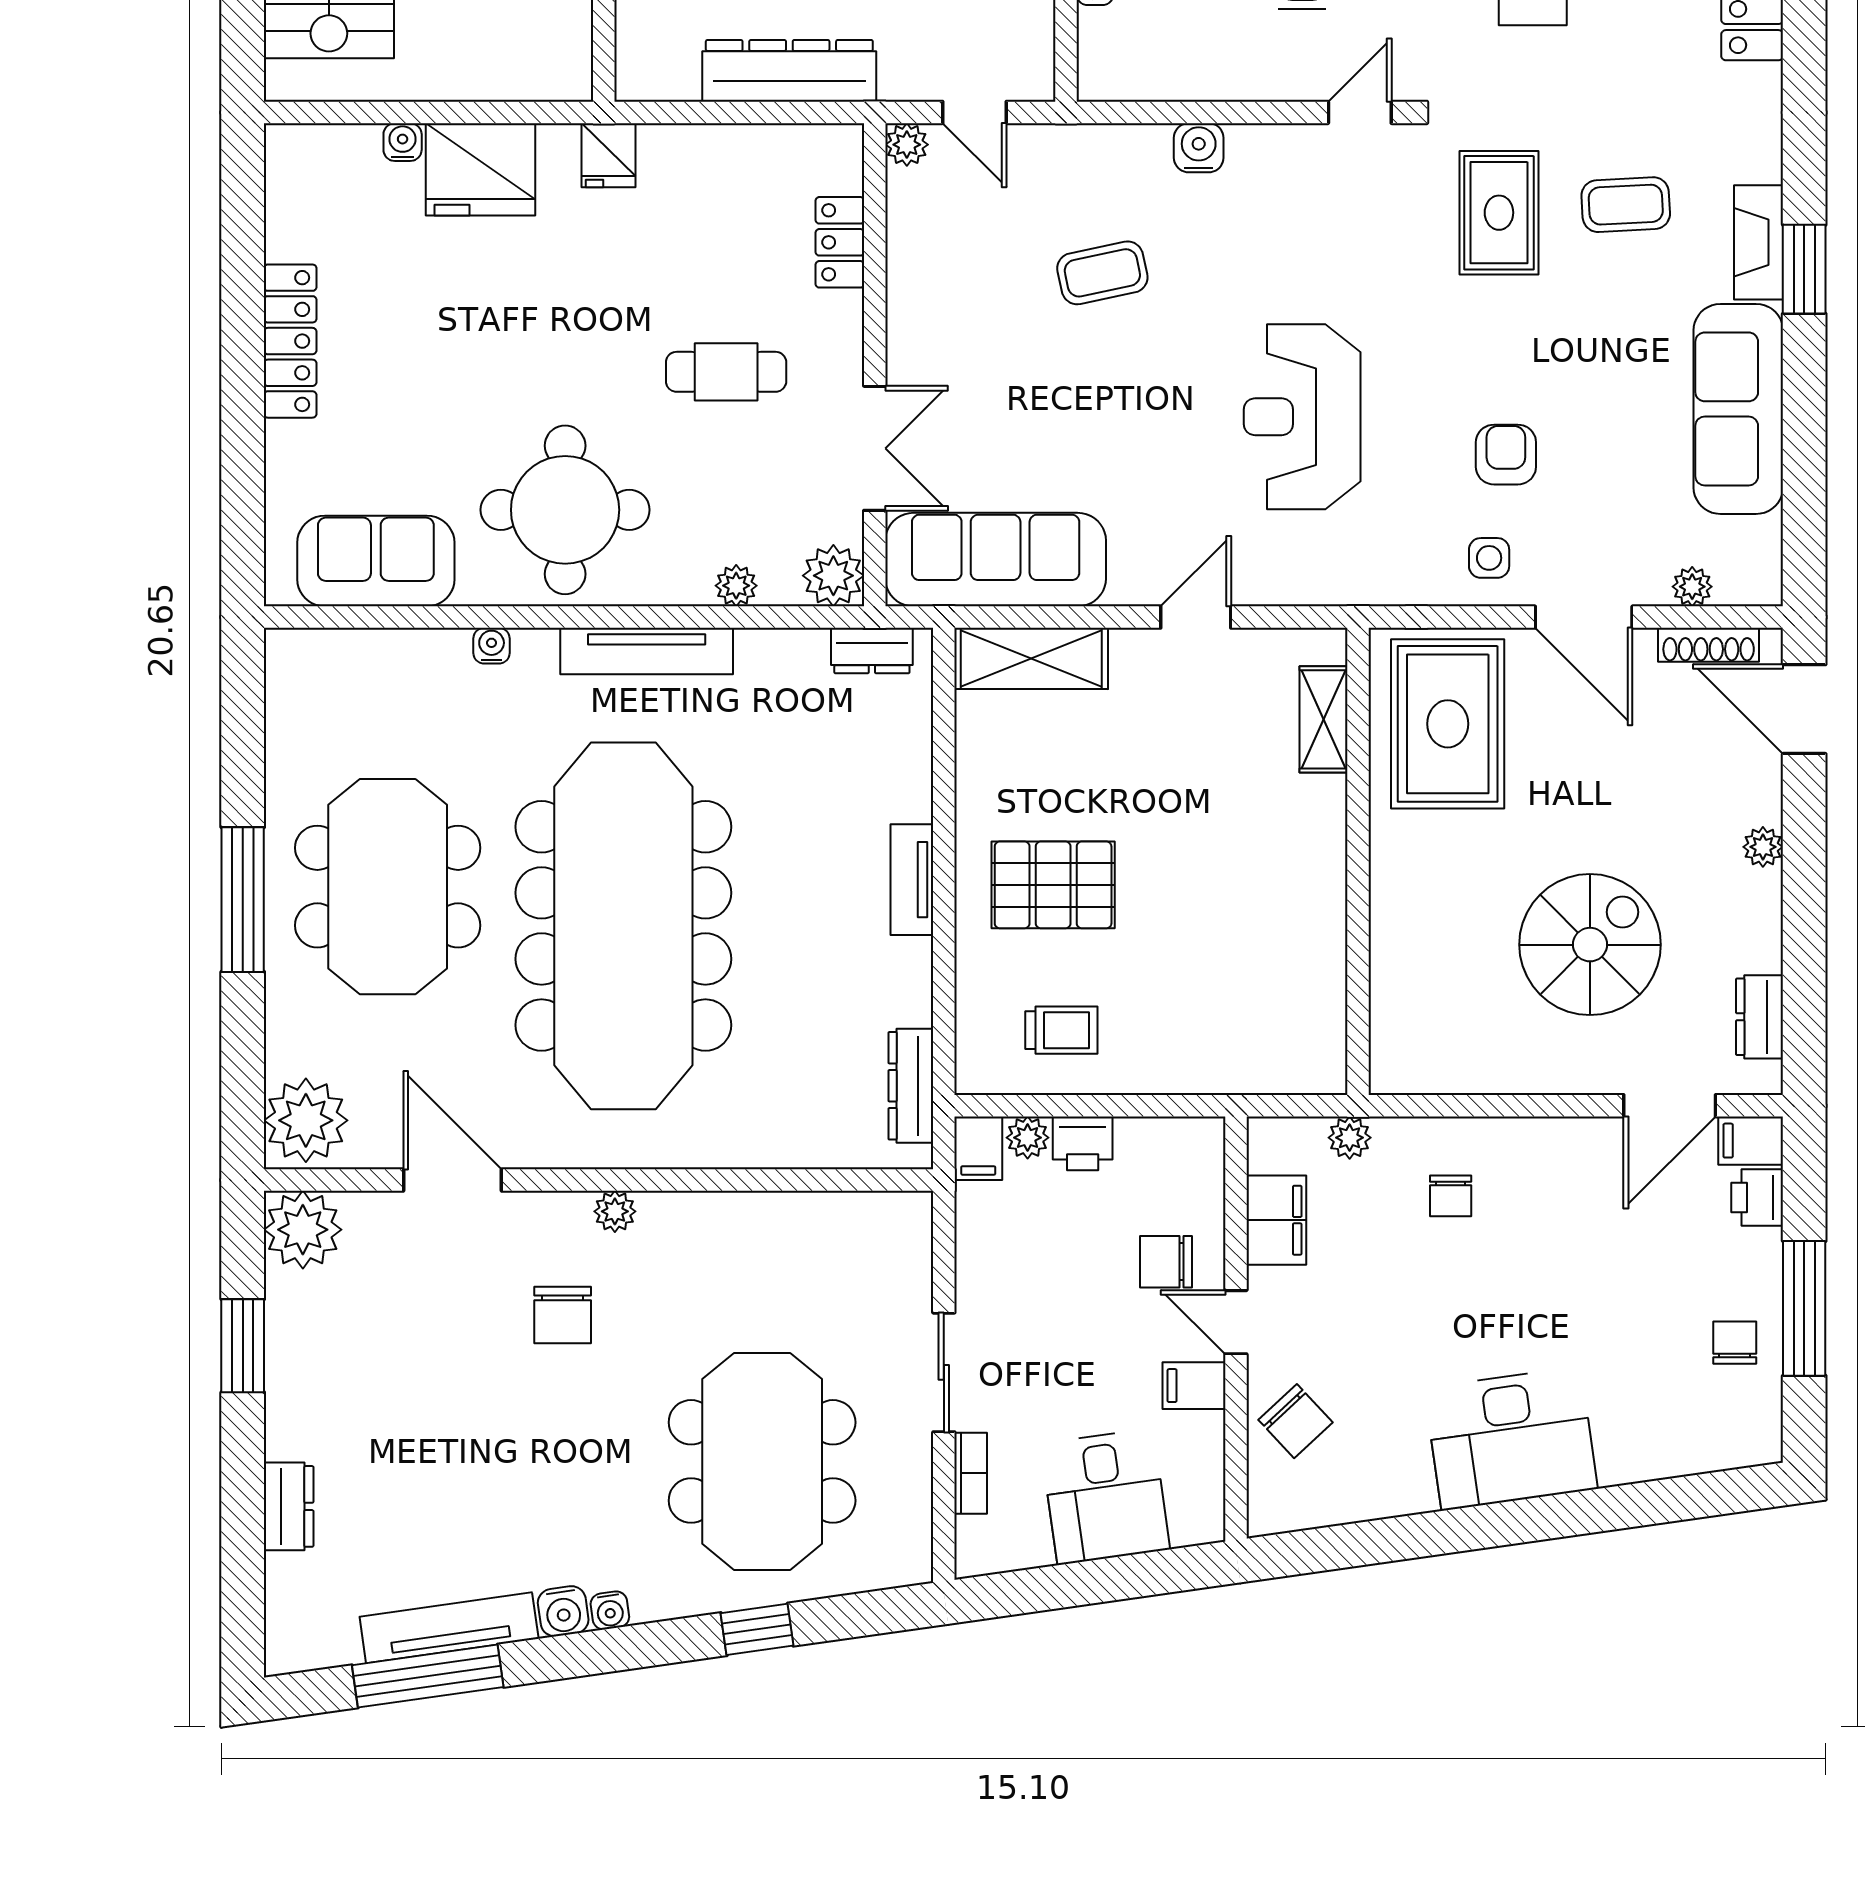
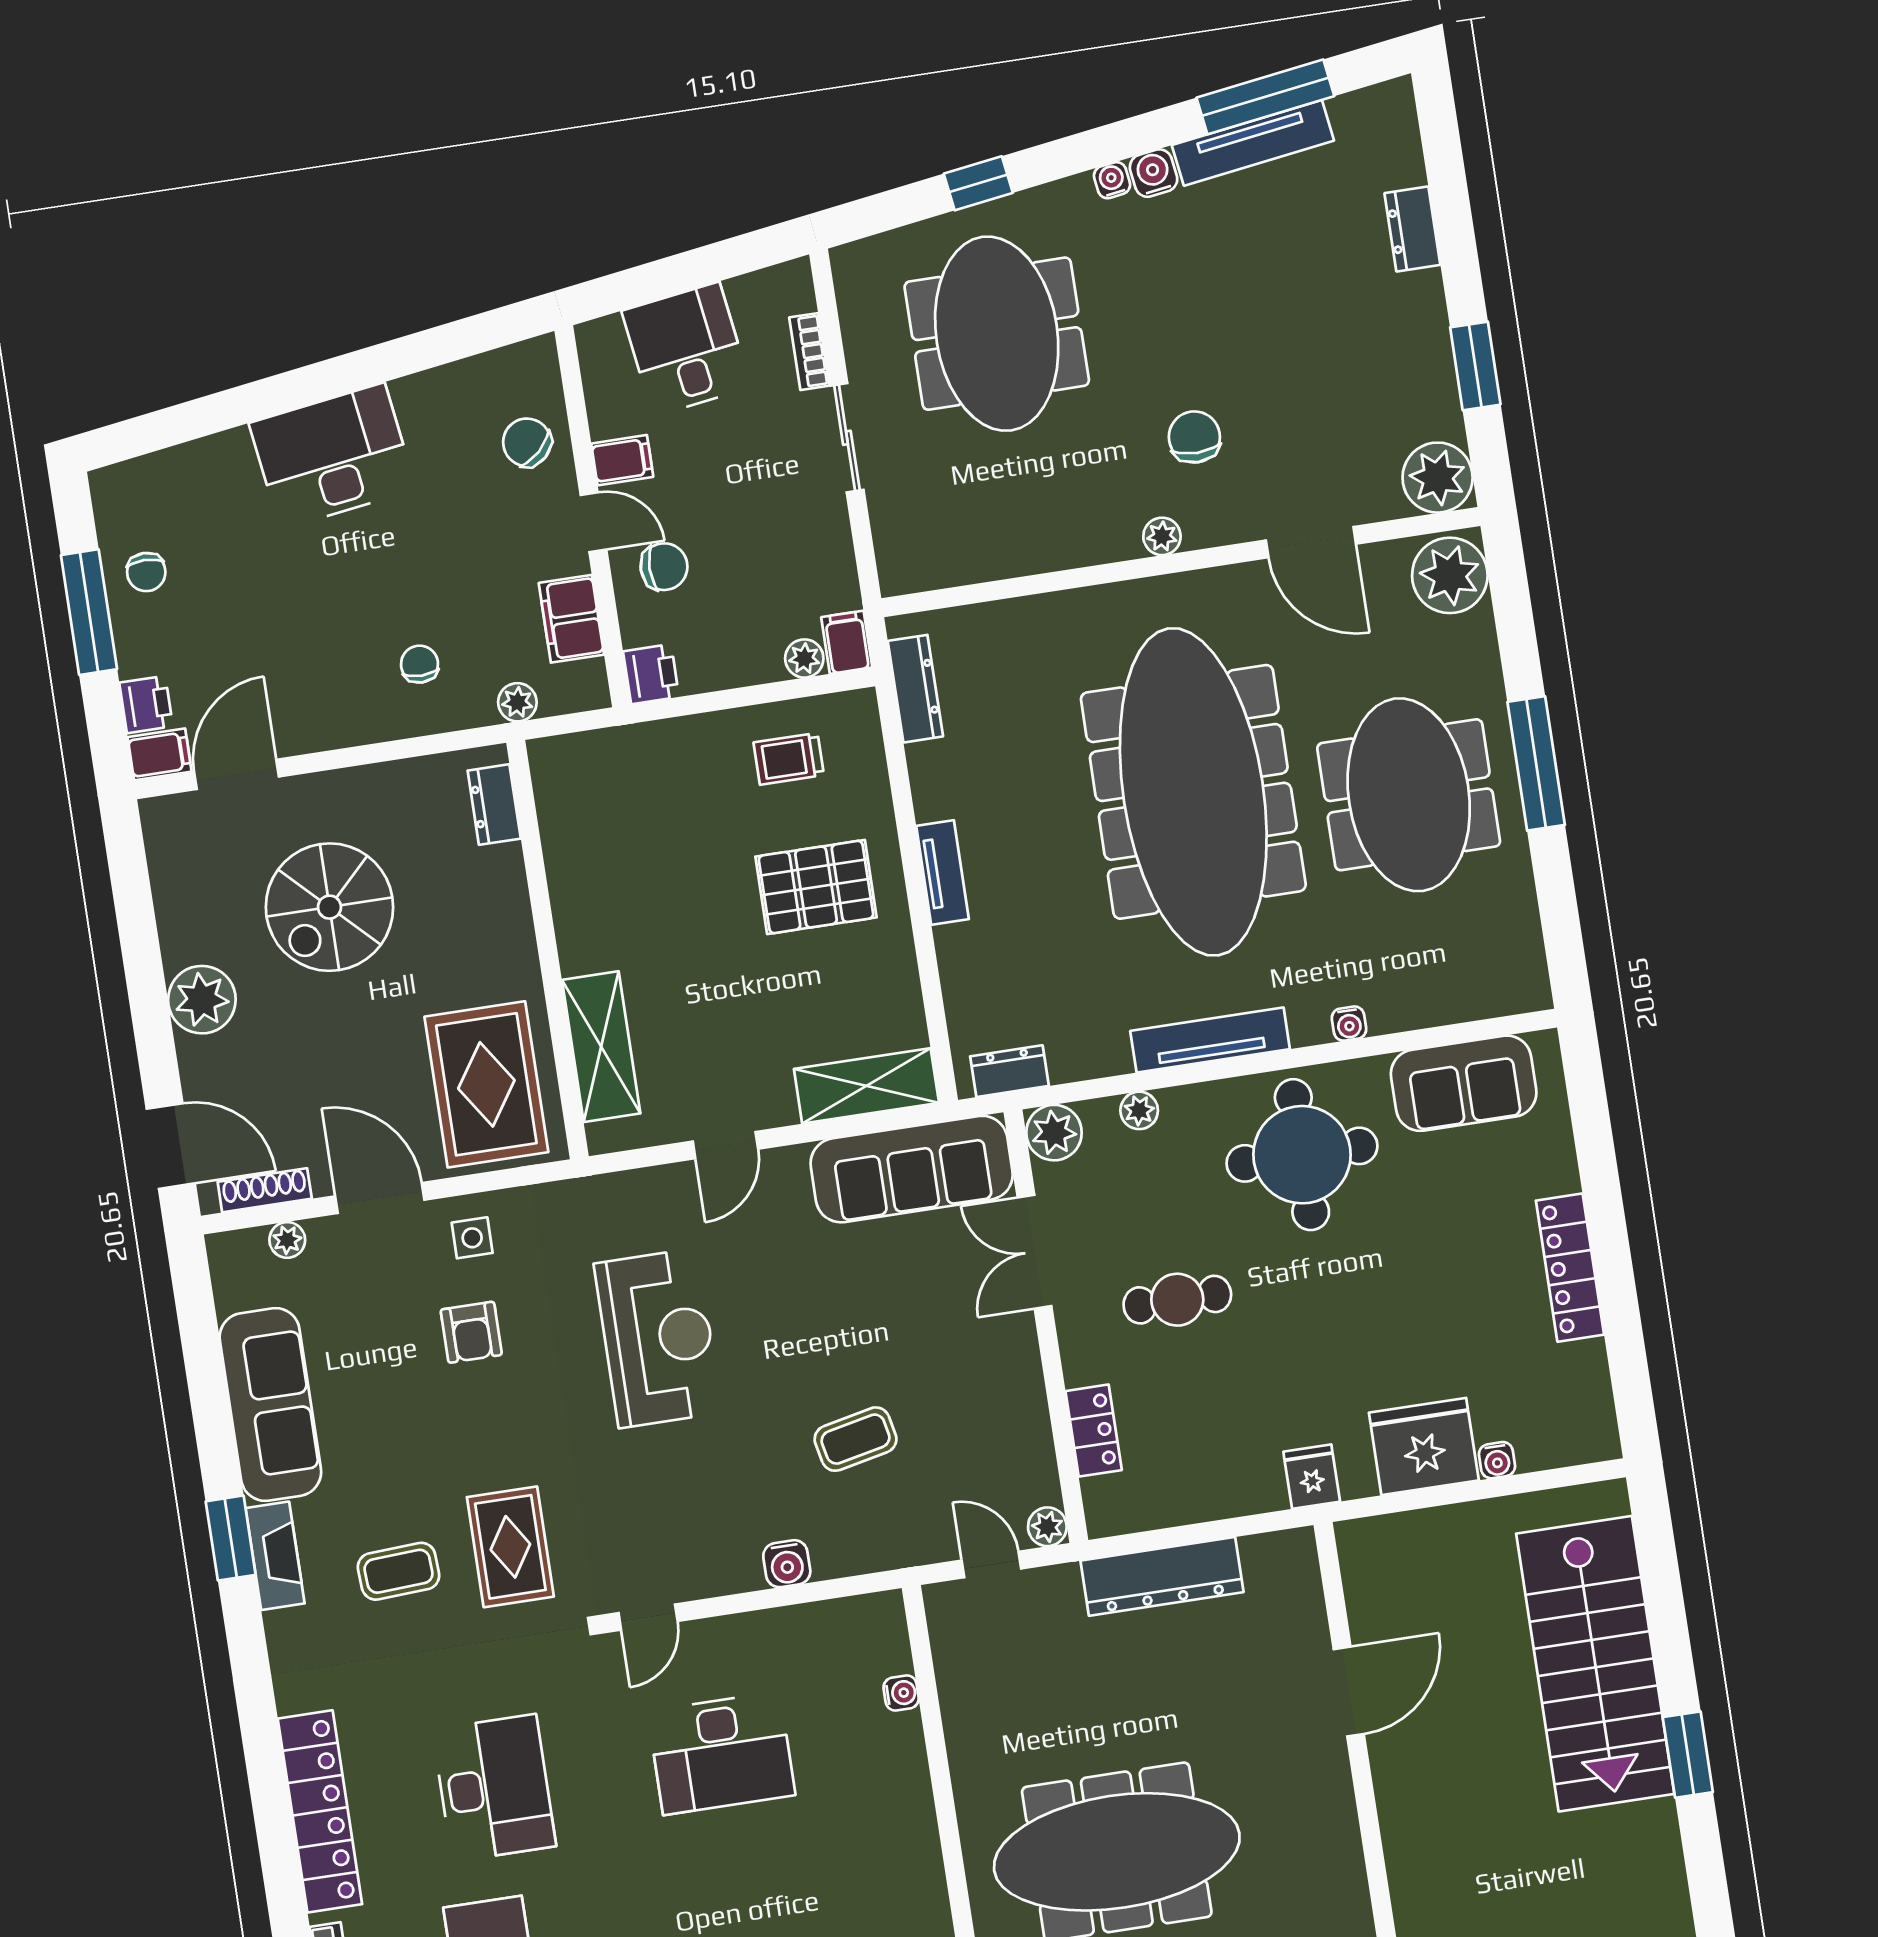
shelving: (1323, 719) -> (601, 1047), width x1.50, depth x1.33
plant: (1763, 847) -> (202, 1000), width x1.88, depth x1.88
dresser: (1760, 1017) -> (494, 805), moved, turned 180
printer: (1083, 1143) -> (651, 674), moved, turned 90

